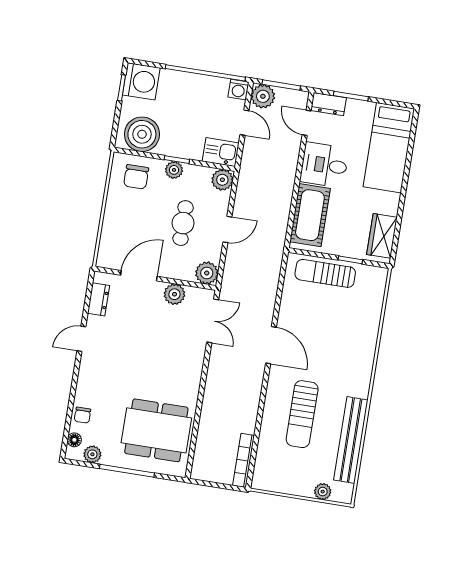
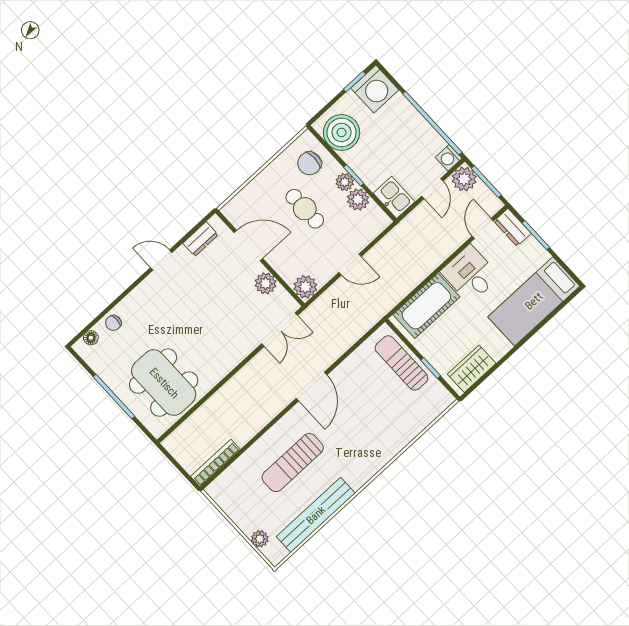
plant: (222, 180) -> (358, 199), moved
cafe table: (183, 223) -> (305, 209), moved, turned 90
plant: (92, 454) -> (96, 361), removed

